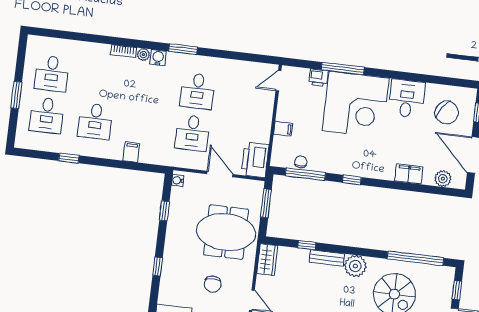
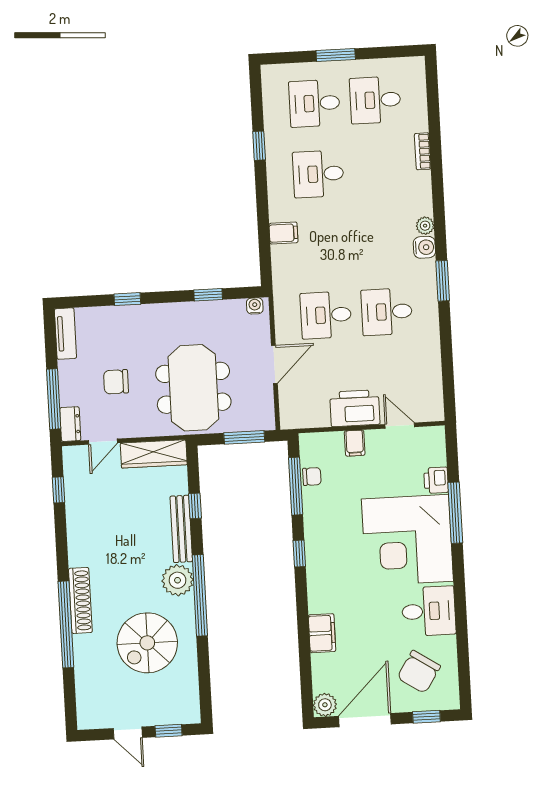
bookcase: (124, 51) -> (423, 151), moved
door: (278, 81) -> (400, 426), moved
printer: (255, 160) -> (355, 408), moved
plant: (443, 179) -> (325, 705), moved
bench: (327, 258) -> (181, 529), width x1.36
window: (415, 258) -> (200, 595), moved
wardrobe: (267, 260) -> (154, 454), width x1.50

